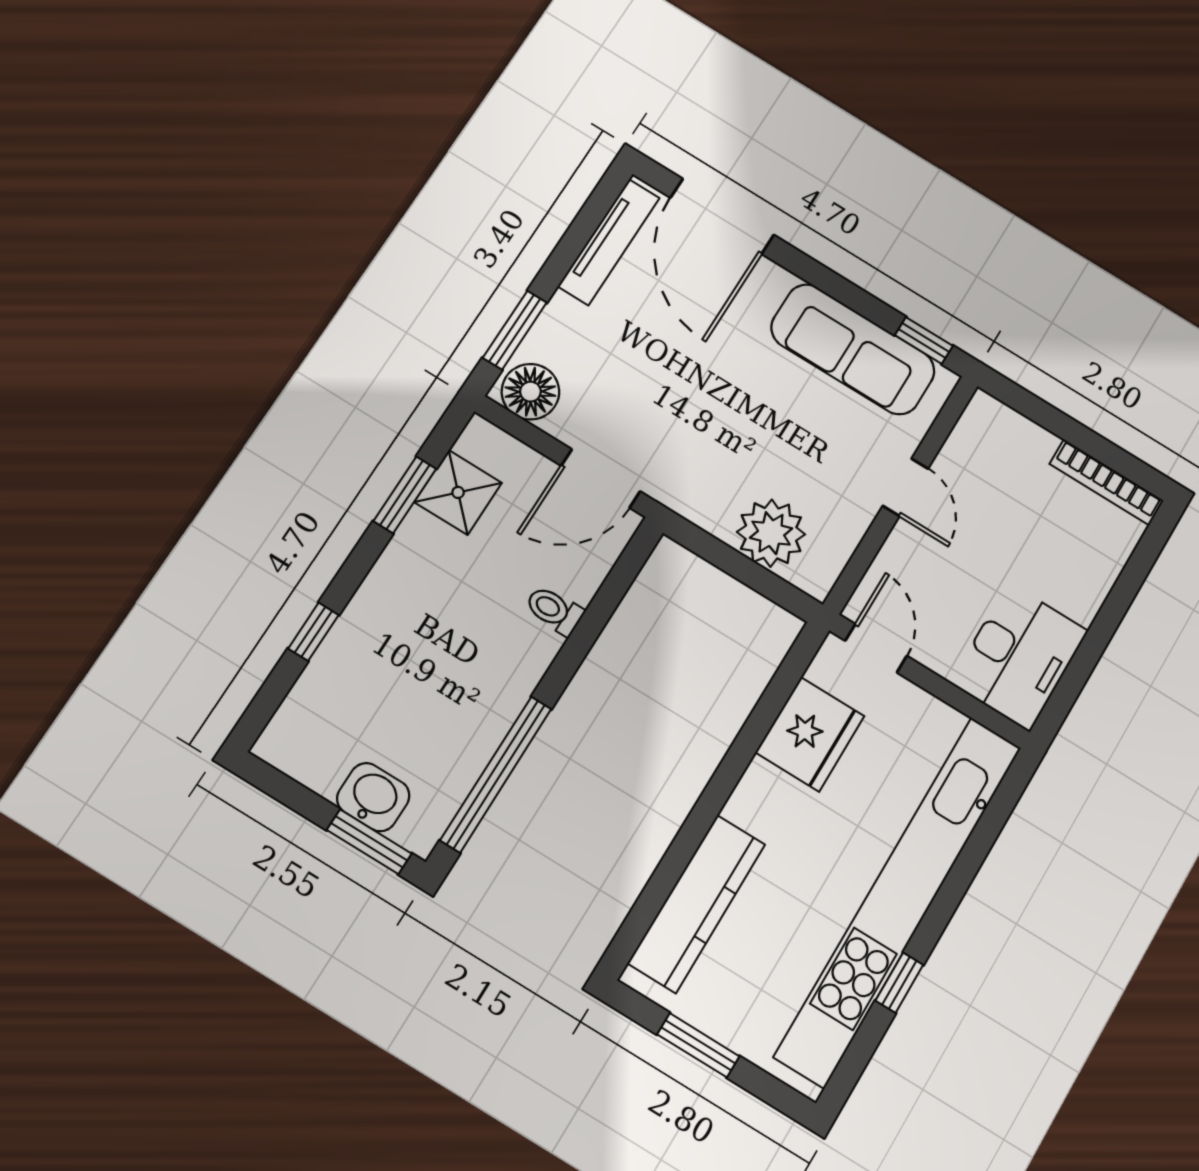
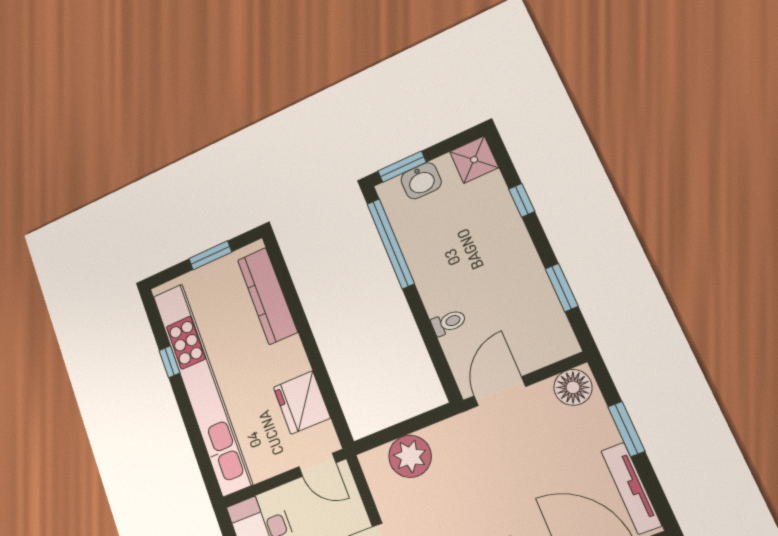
window: (515, 330) -> (626, 429), moved
shower: (458, 492) -> (474, 160), moved

